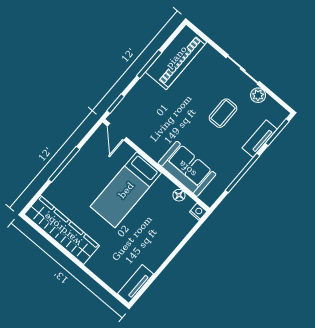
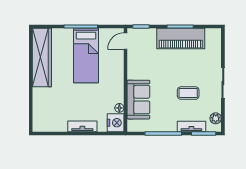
piano: (176, 57) -> (181, 39), moved
plant: (258, 95) -> (216, 118), moved
bed: (126, 190) -> (86, 56), moved, turned -90
nightstand: (198, 212) -> (116, 123), width x1.89, depth x1.79
tv unit: (136, 284) -> (82, 126), moved

